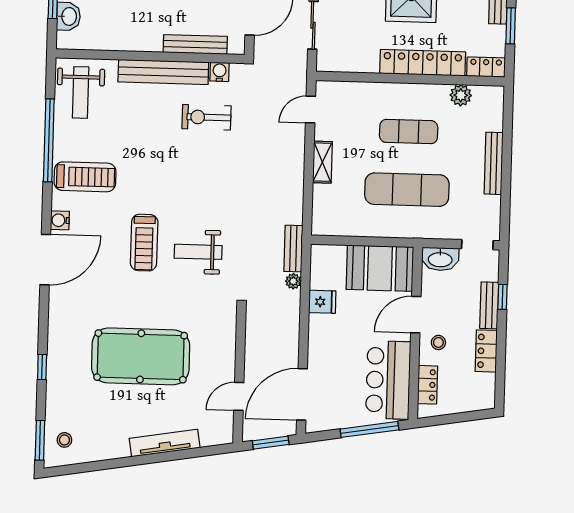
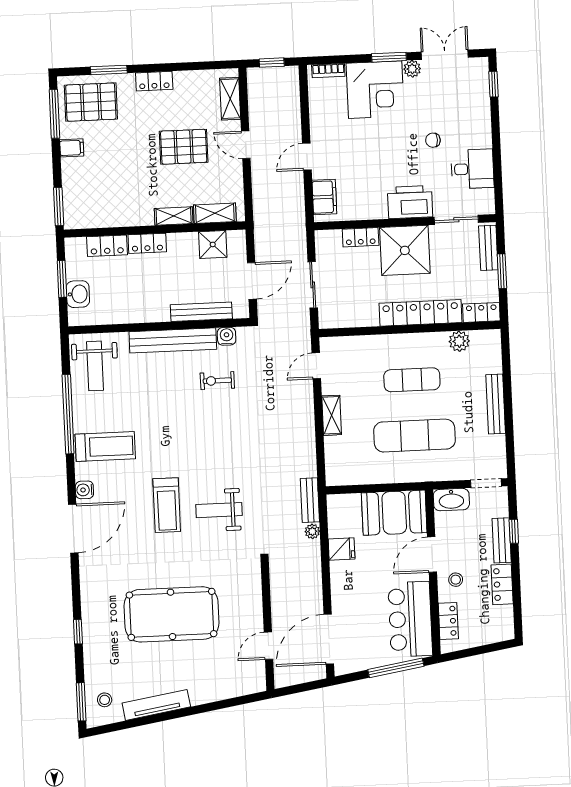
exercise bike: (206, 117) -> (217, 381), width x0.73, depth x0.72
tv unit: (165, 443) -> (156, 705), moved
window: (271, 443) -> (302, 688), removed

